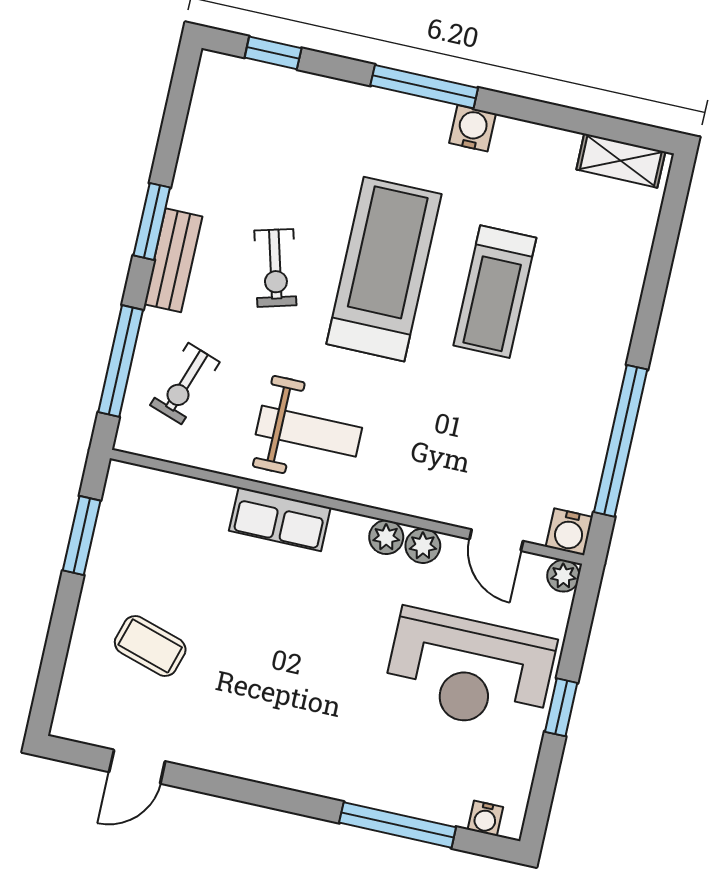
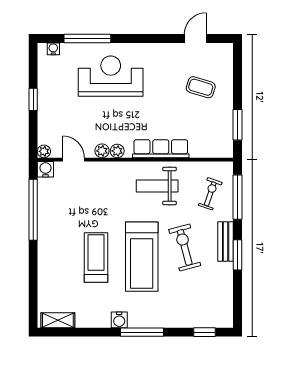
exercise bike: (275, 268) -> (185, 247), width x1.38, depth x1.39
row of seats: (280, 519) -> (161, 149), width x1.48
reception desk: (469, 671) -> (111, 76), moved

